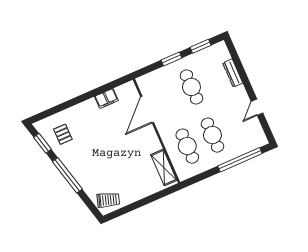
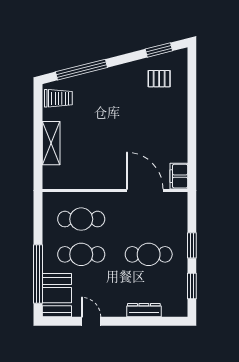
filing cabinet: (106, 98) -> (179, 176), moved
booth: (249, 140) -> (57, 295), added
shelving: (164, 168) -> (51, 143), moved, turned 90
window: (67, 175) -> (81, 70), moved
trolley: (108, 200) -> (58, 98), turned -108

